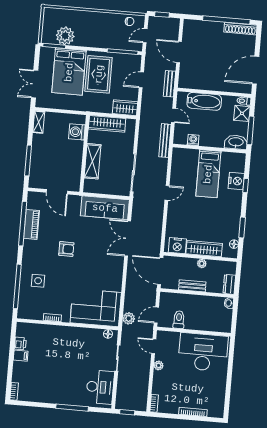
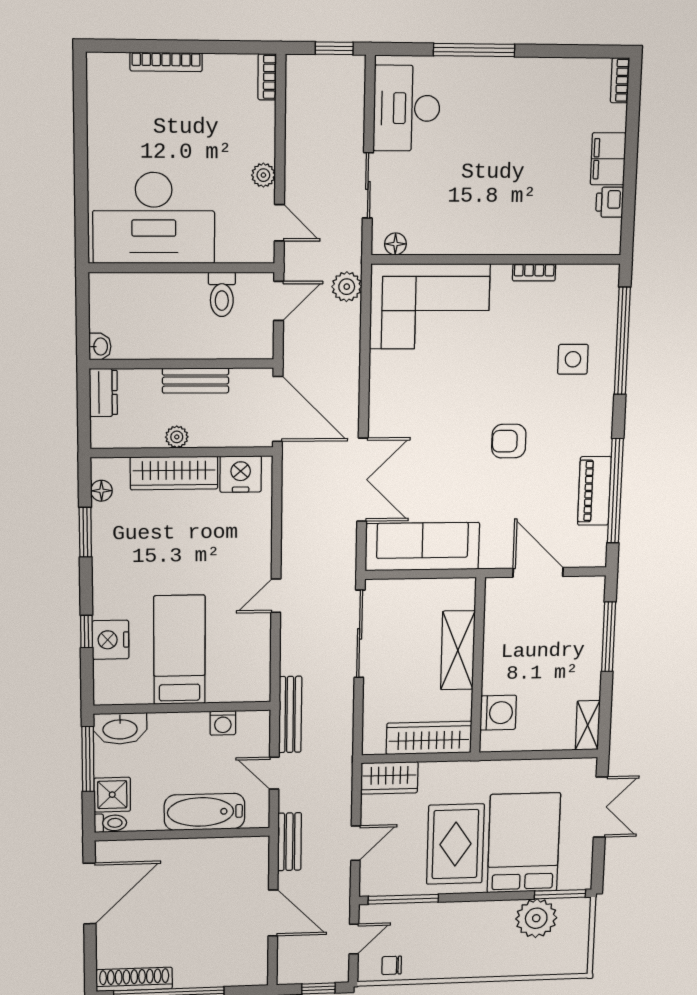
filing cabinet: (21, 356) -> (608, 159), width x2.00

